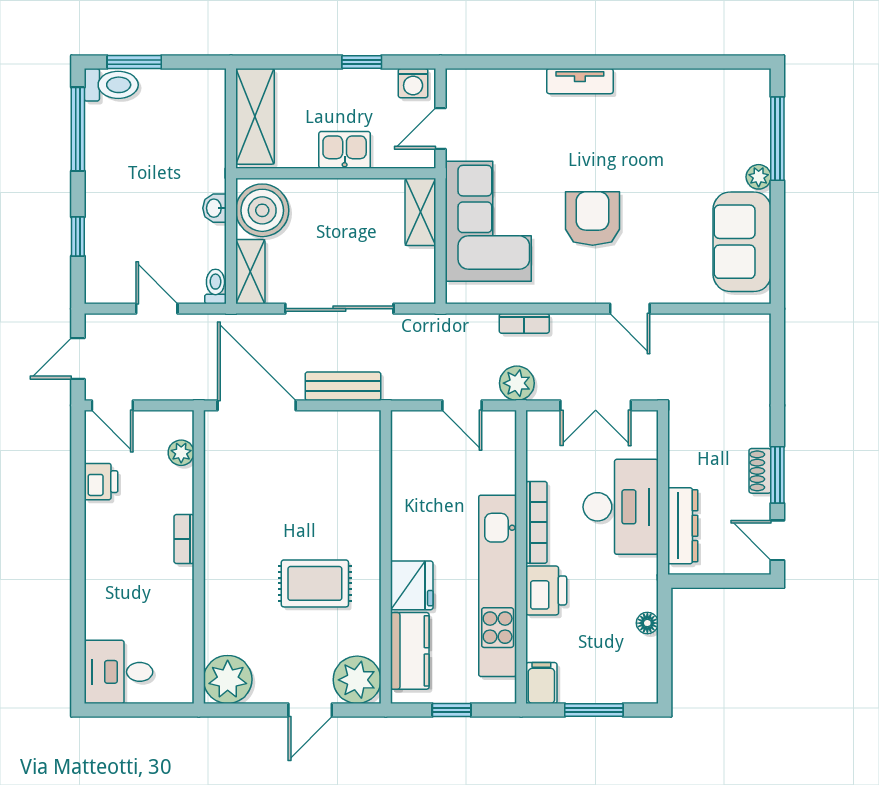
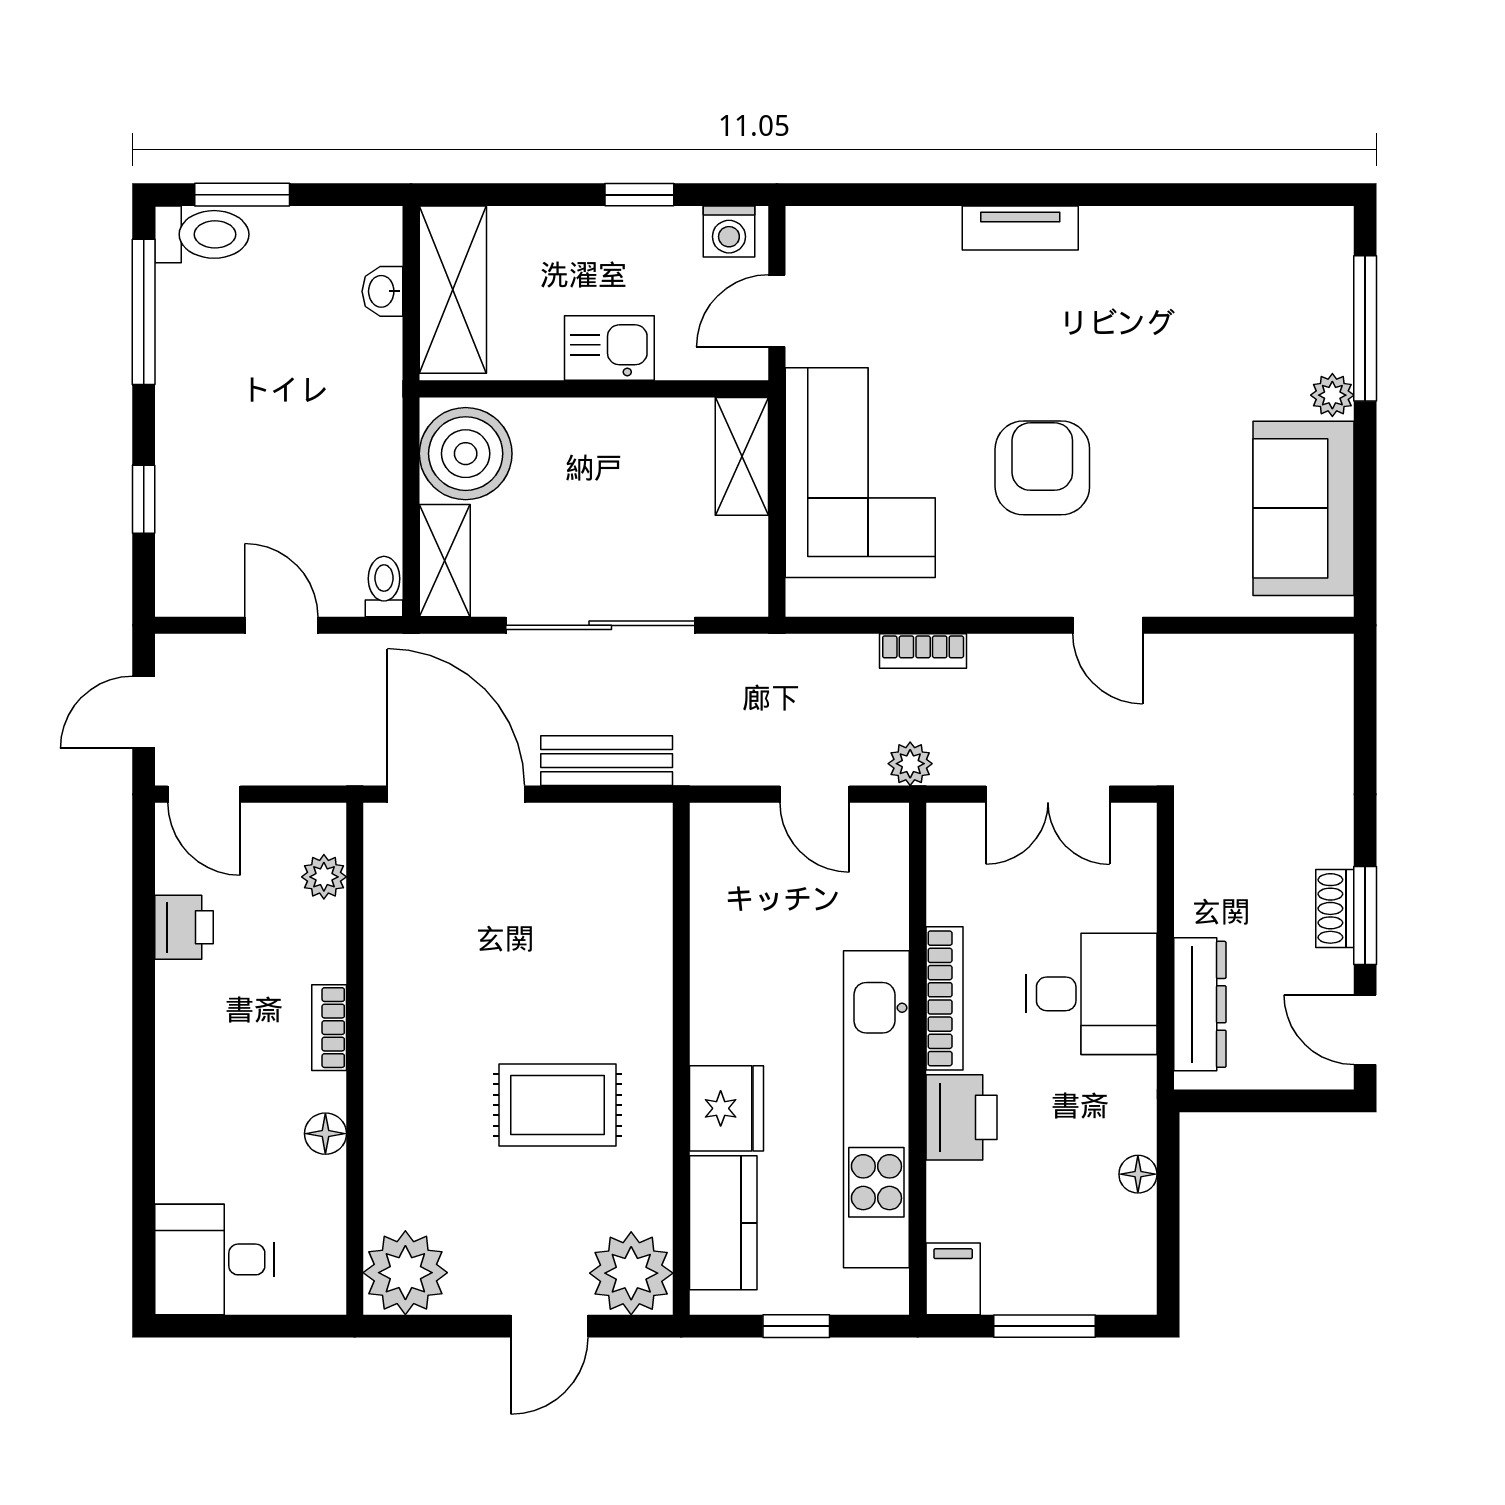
washbasin: (215, 208) -> (382, 291), moved
plant: (517, 383) -> (910, 764), width x0.73, depth x0.73
desk: (621, 507) -> (1091, 994), width x0.73
floor lamp: (182, 600) -> (325, 1134), added

